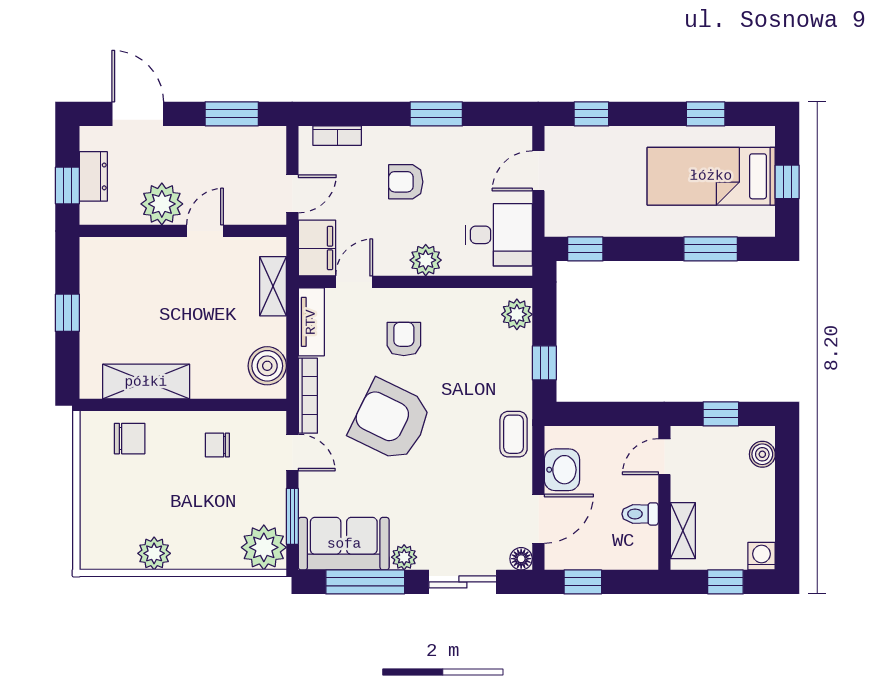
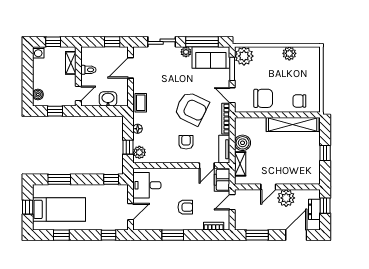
door: (138, 114) -> (296, 235), swing flipped
plant: (426, 260) -> (177, 175), removed
armchair: (404, 339) -> (186, 142), turned 180
window: (544, 363) -> (128, 147), moved
boiler: (267, 366) -> (243, 143), moved
shelving: (146, 382) -> (293, 125), width x1.47
chair: (217, 445) -> (263, 98), width x1.87, depth x1.87
washbasin: (562, 470) -> (108, 99), moved, turned 90
floor lamp: (521, 559) -> (138, 129), moved

